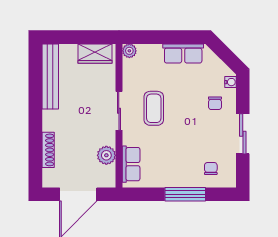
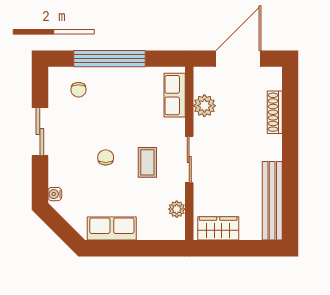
plant: (129, 51) -> (177, 209), moved
chair: (215, 103) -> (106, 157), moved
coffee table: (154, 108) -> (147, 162), width x0.73, depth x0.77
window: (185, 194) -> (109, 59), width x1.46

